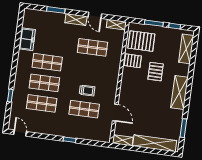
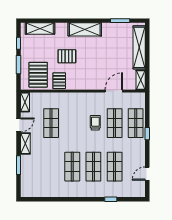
freezer: (27, 39) -> (52, 190), removed
shop shelf: (81, 130) -> (136, 123), added
door: (20, 133) -> (147, 174), moved

